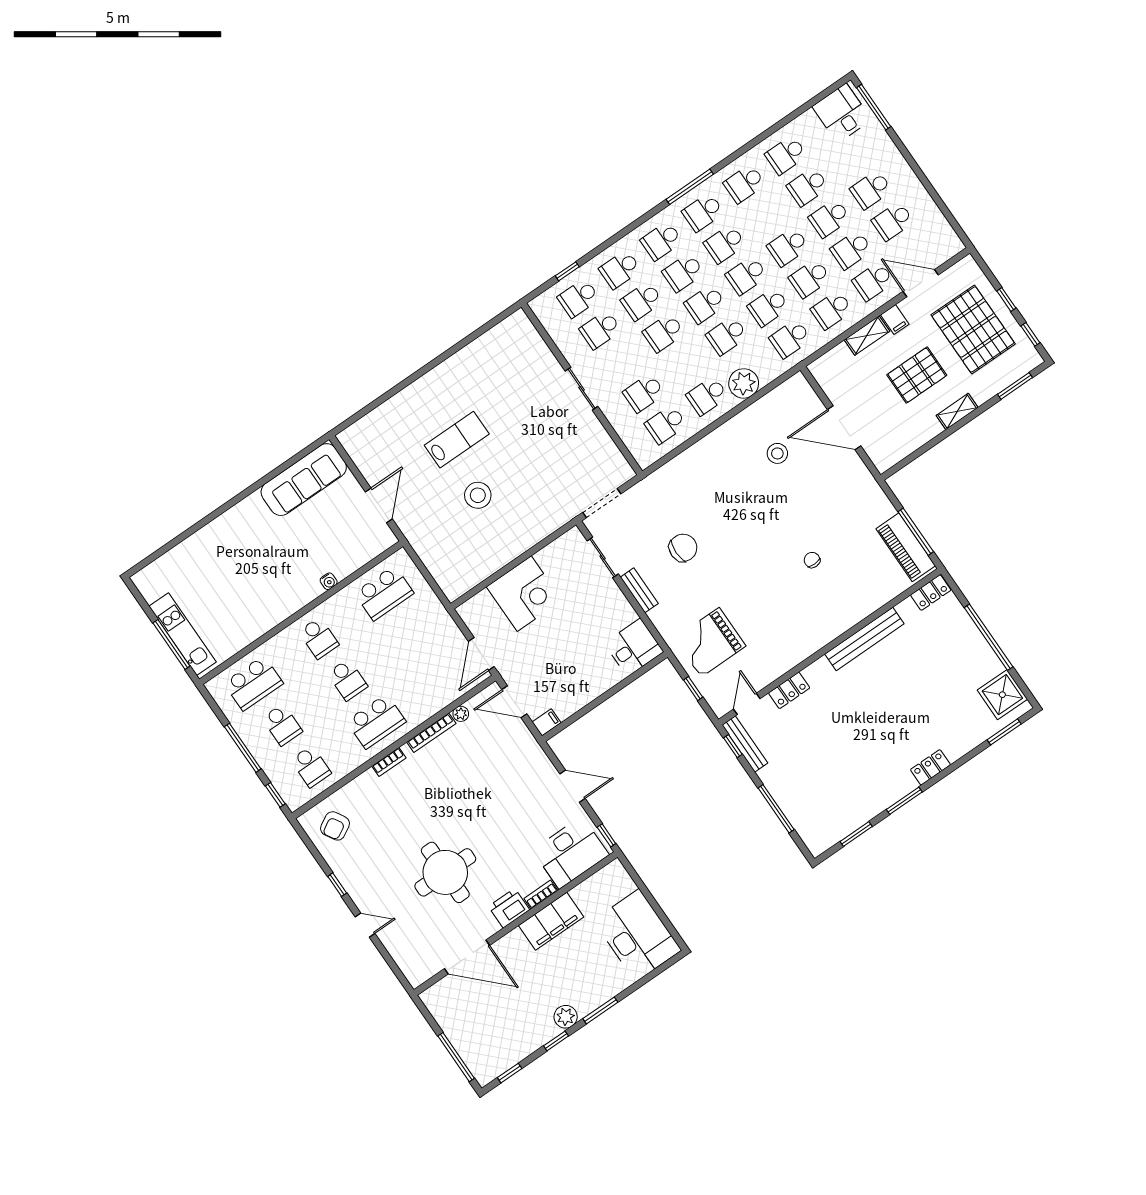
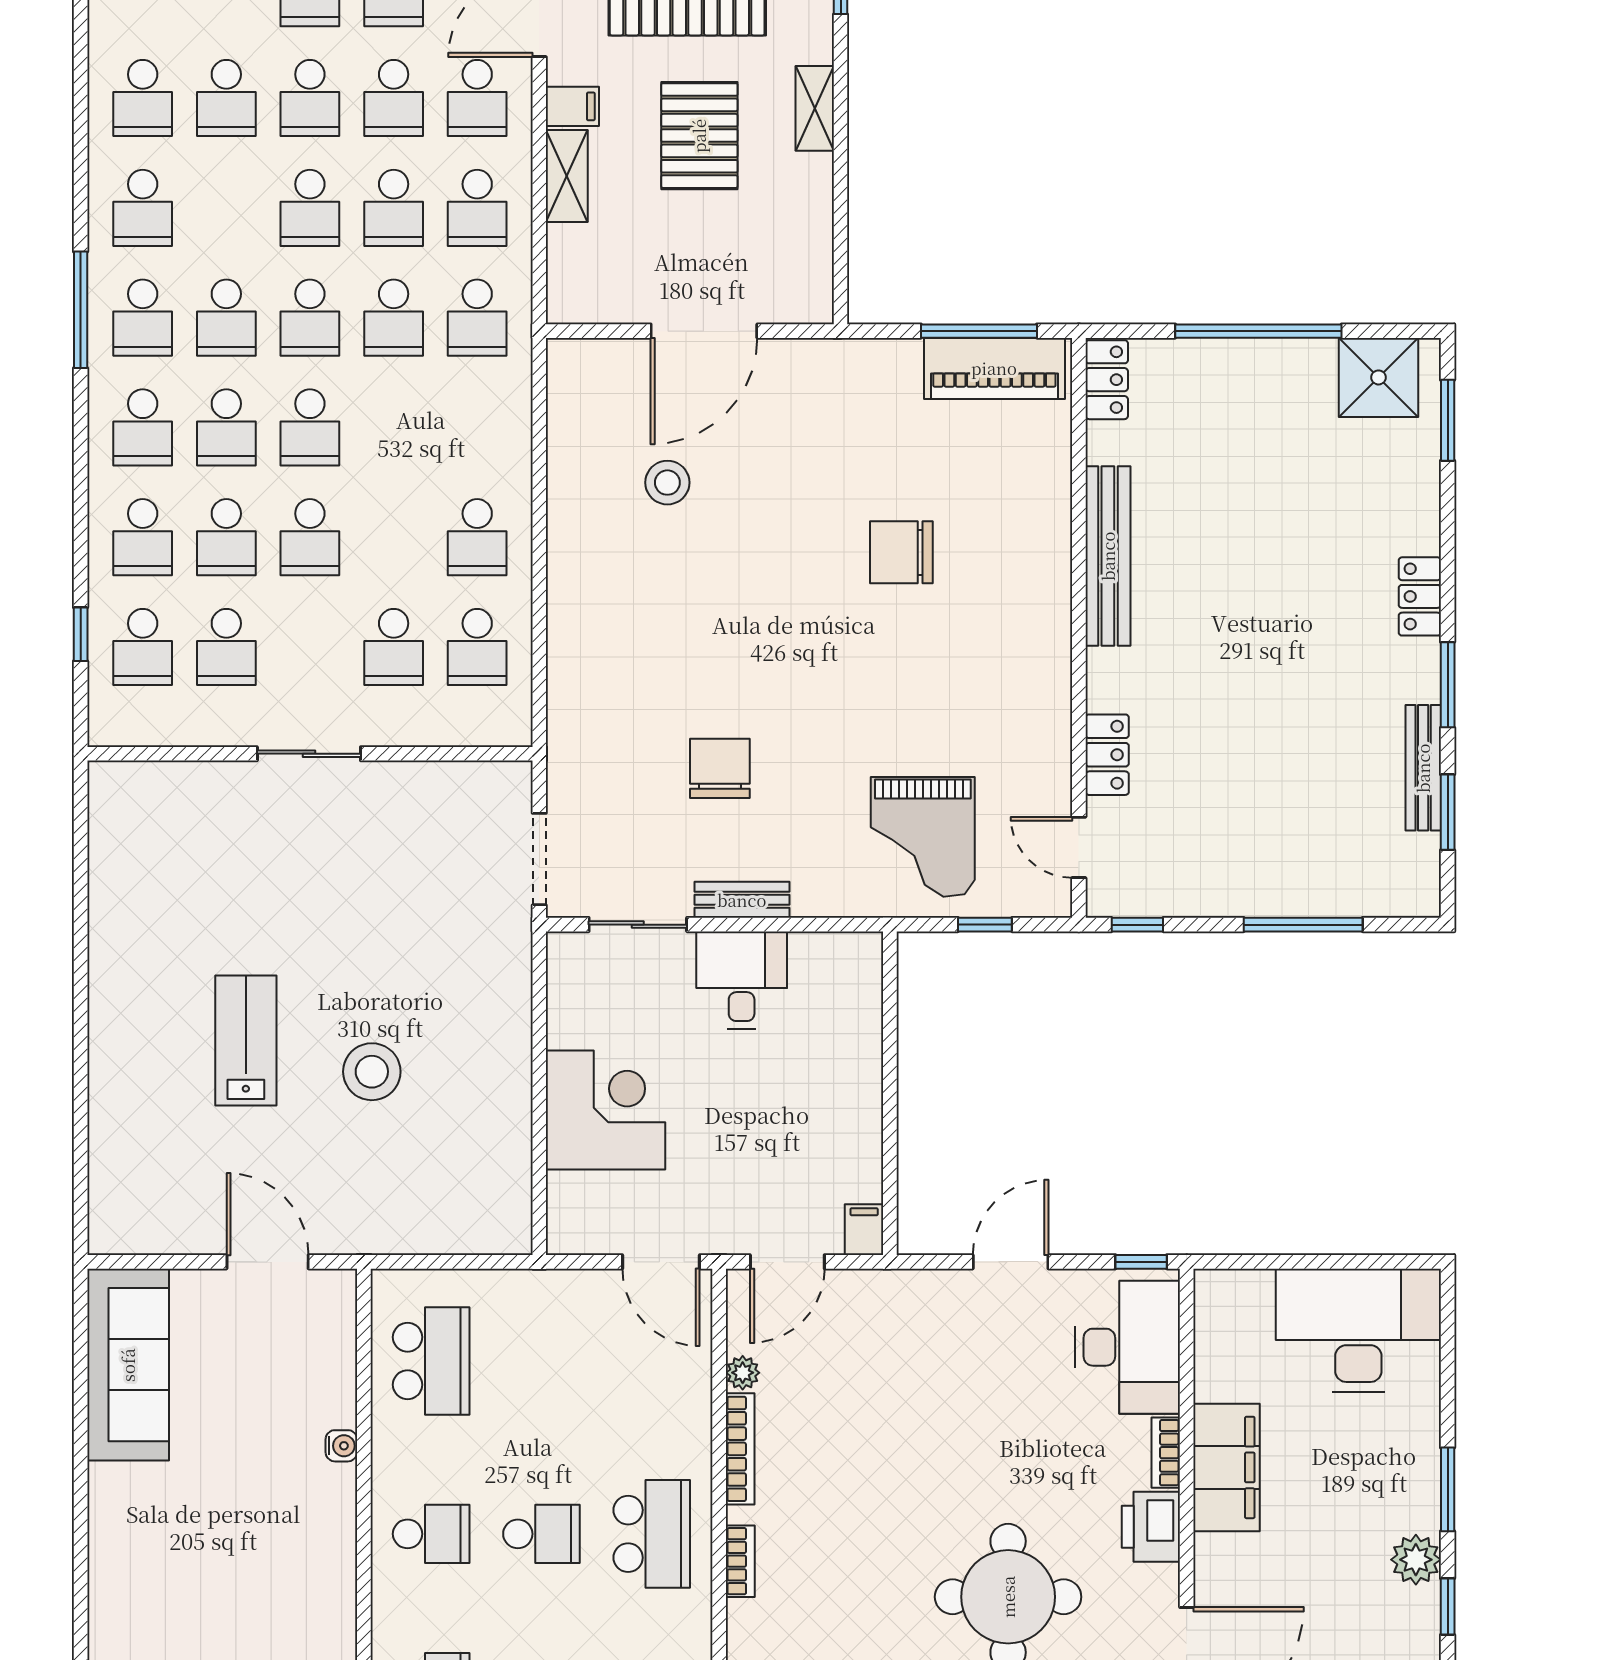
school desk: (727, 336) -> (394, 427), removed
plant: (744, 383) -> (500, 456), removed
chair: (812, 560) -> (901, 552), width x1.87, depth x1.87
desk: (634, 648) -> (742, 980), moved
bench: (745, 744) -> (1423, 768), moved, turned 90

